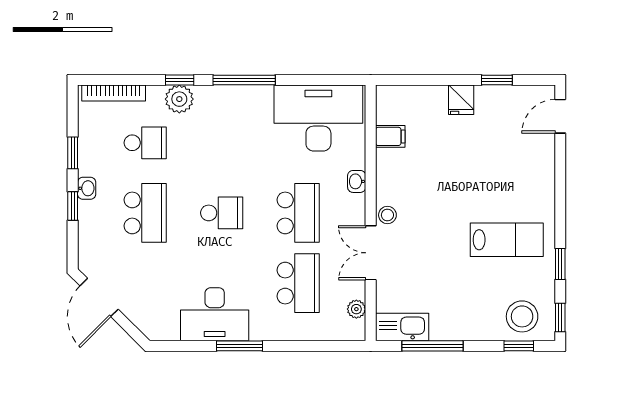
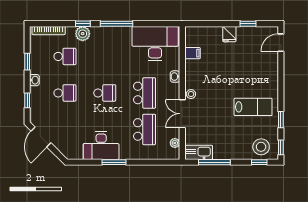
window: (73, 206) -> (27, 100), moved
school desk: (145, 213) -> (65, 93), width x0.54

